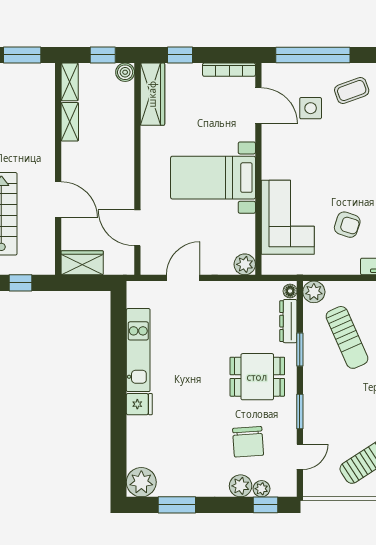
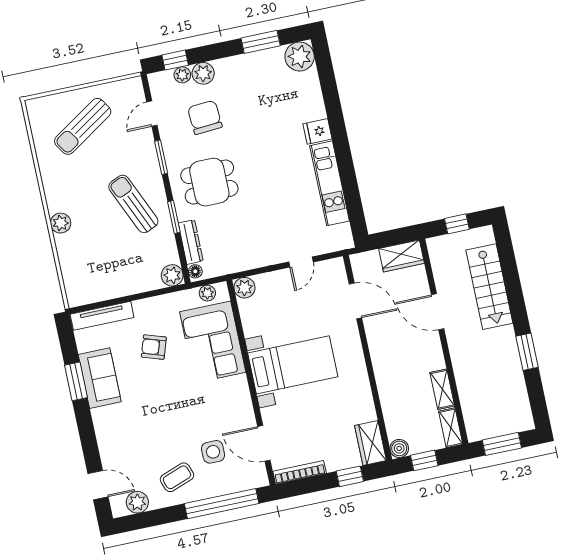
wardrobe: (152, 94) -> (370, 443), width x0.67
plant: (283, 267) -> (207, 293), added
door: (183, 278) -> (301, 262), width x0.73
sun lounger: (347, 337) -> (133, 204), moved

